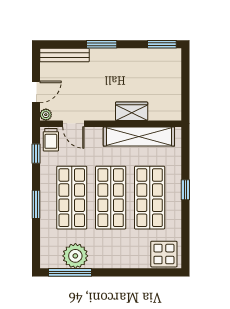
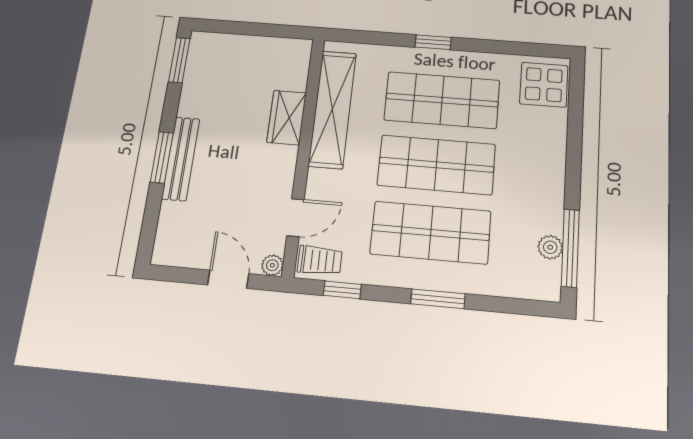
bench: (64, 55) -> (181, 159), moved
plant: (75, 256) -> (550, 247), width x0.53, depth x0.53

